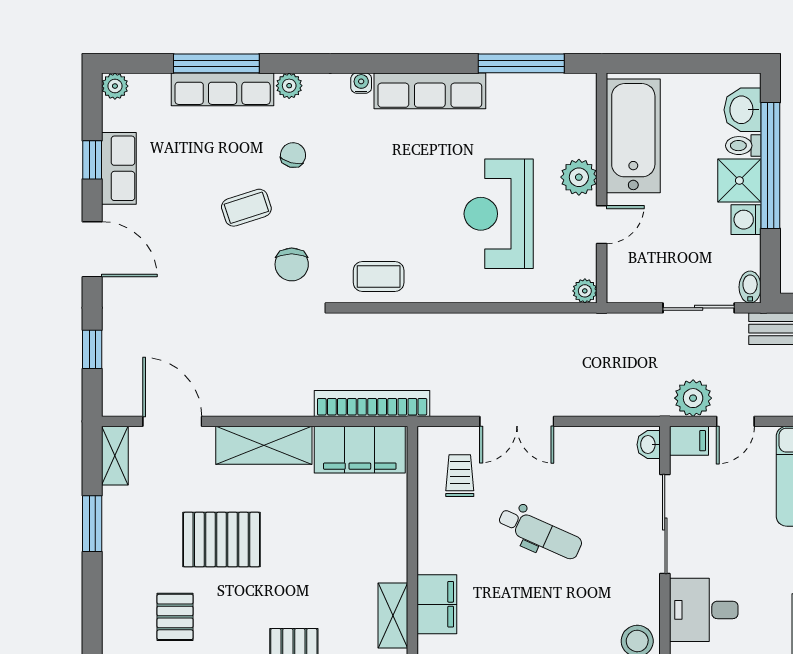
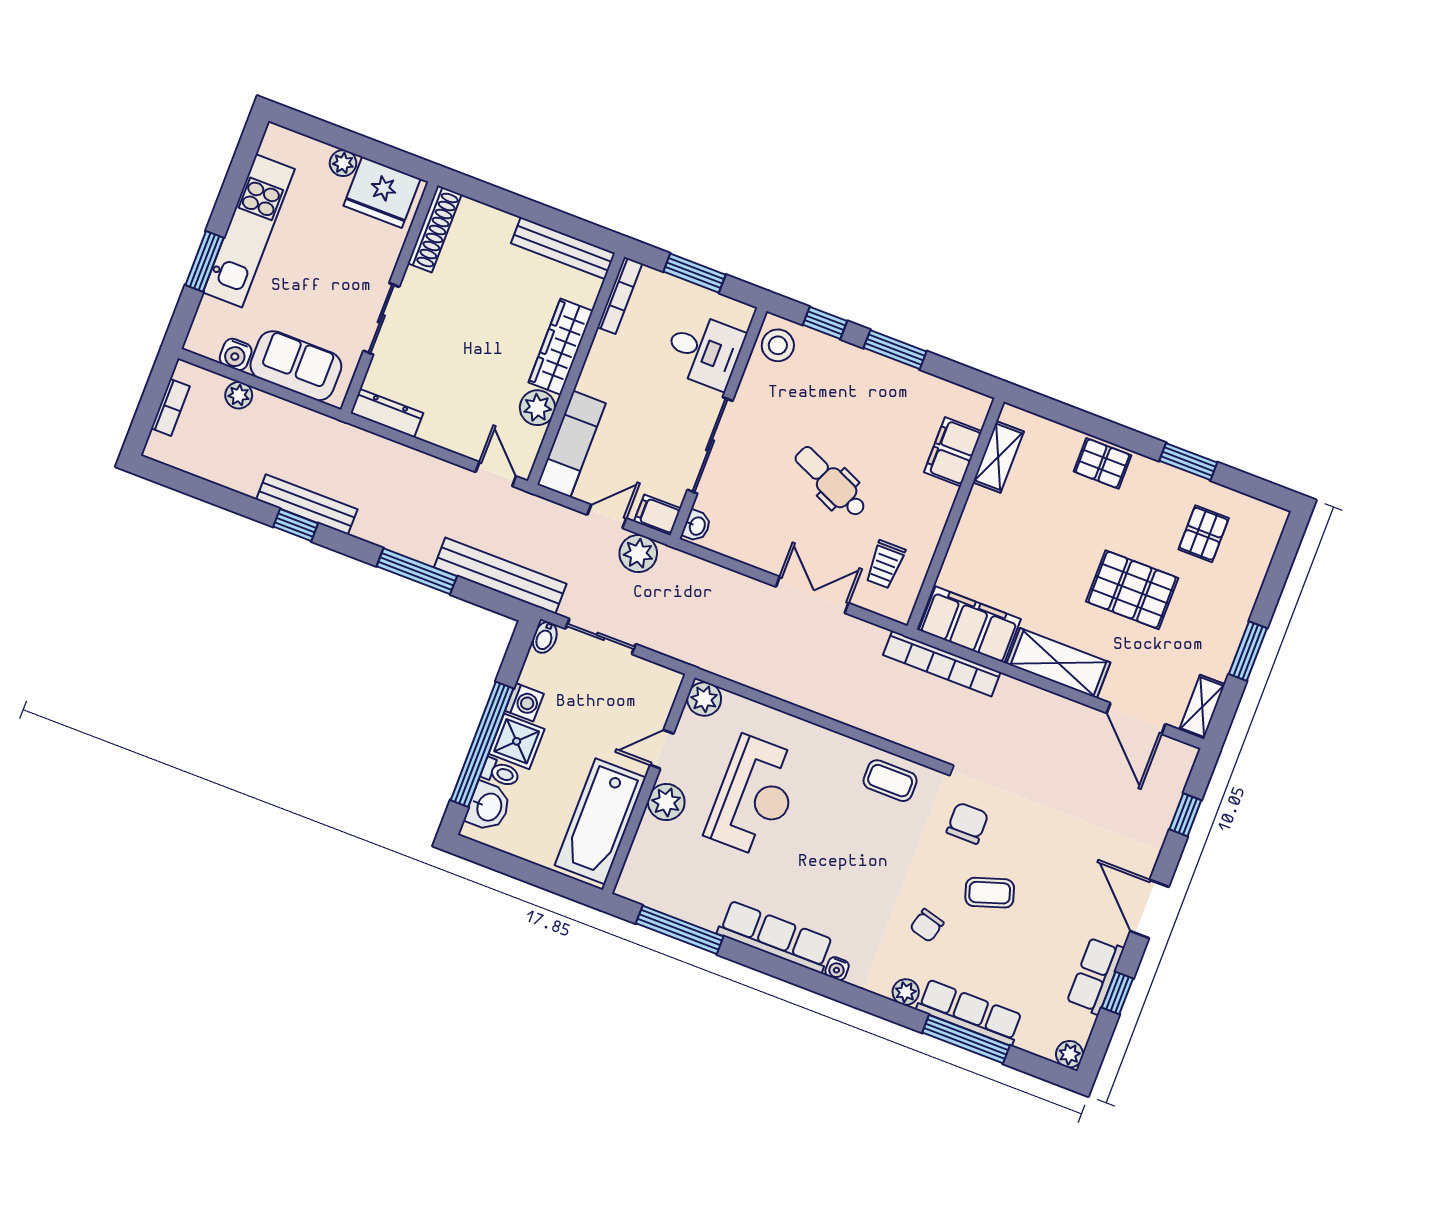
plant: (585, 291) -> (704, 699), width x1.38, depth x1.38

